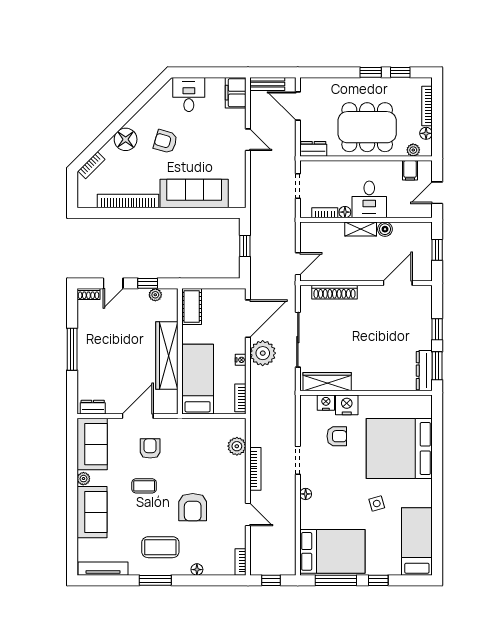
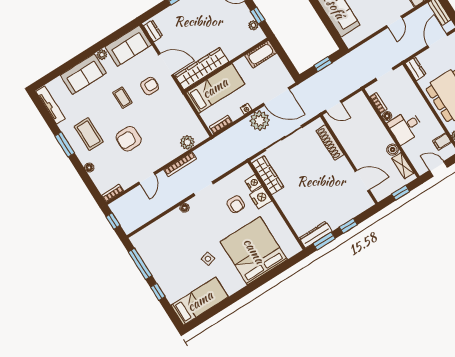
shelving: (361, 229) -> (403, 166), moved
wardrobe: (167, 356) -> (202, 69), moved
bed: (332, 551) -> (158, 249), removed

